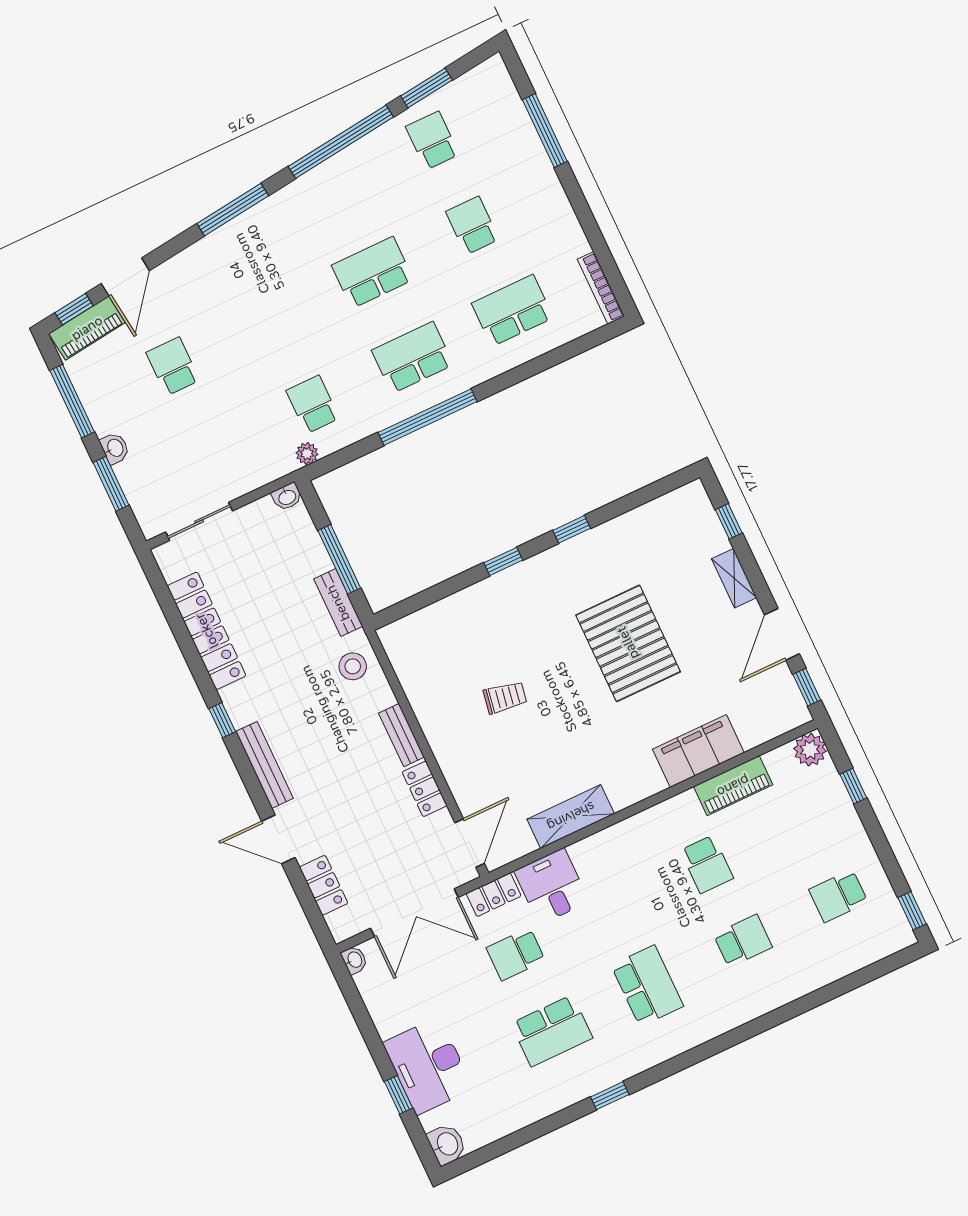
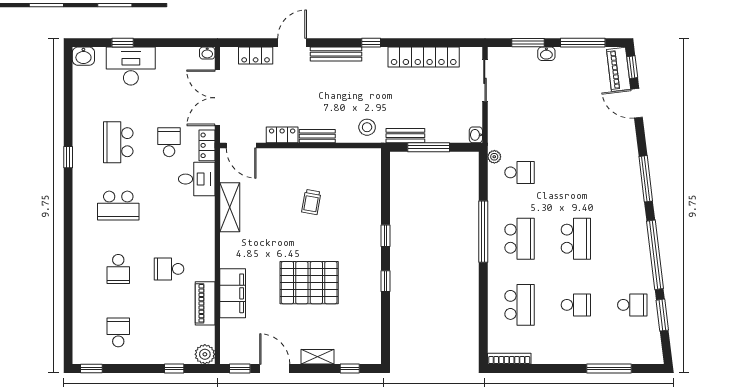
school desk: (173, 366) -> (576, 106), removed

